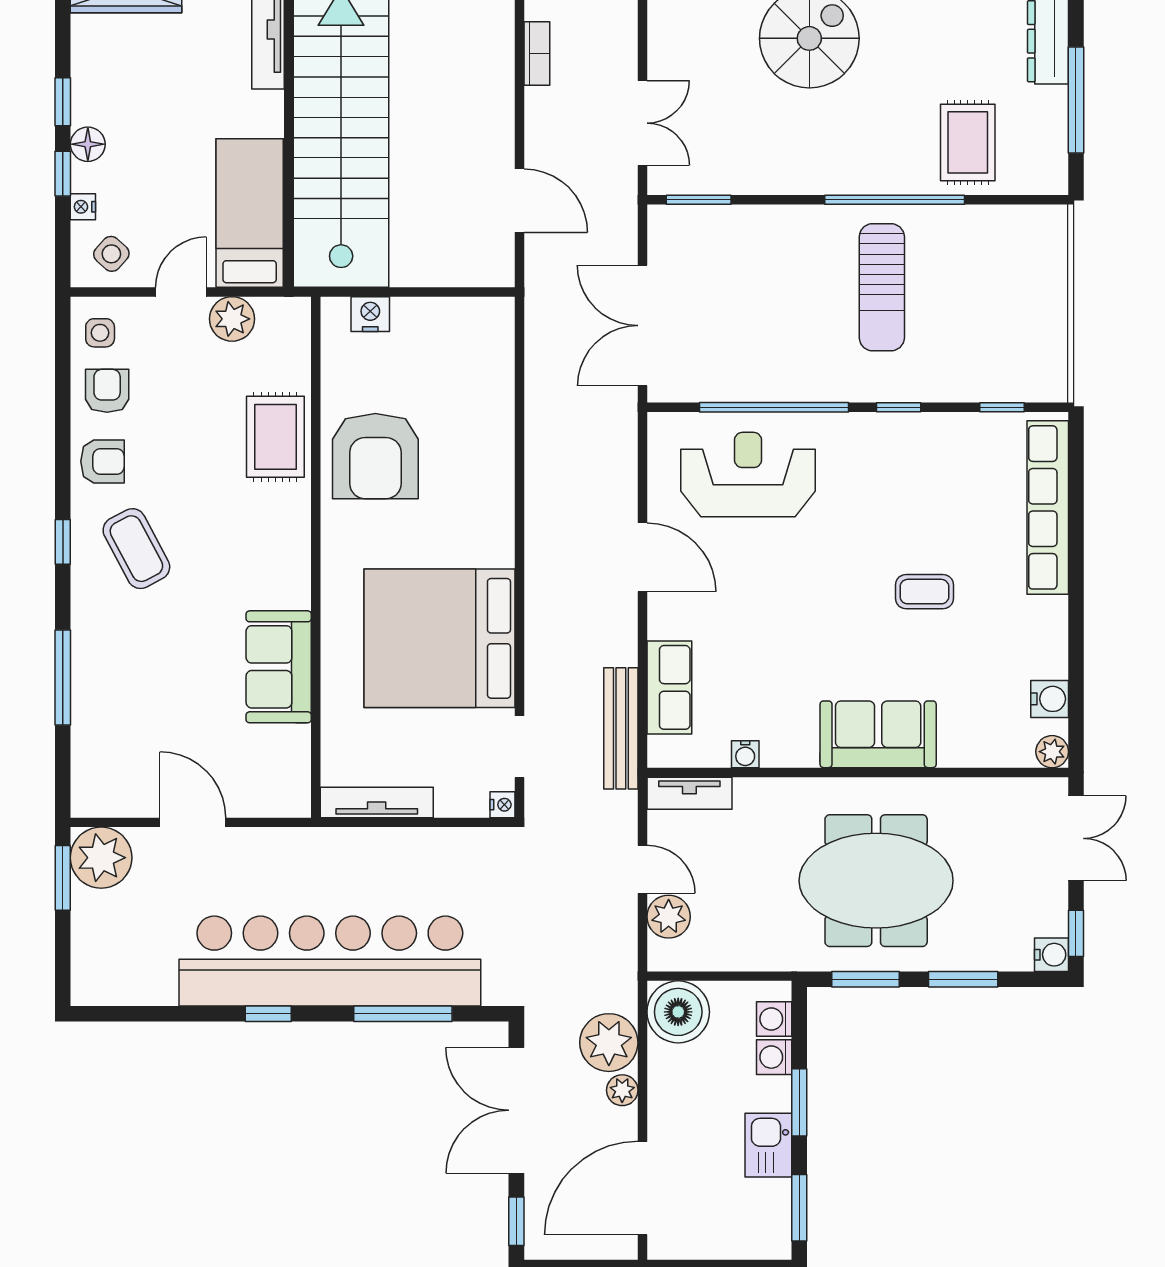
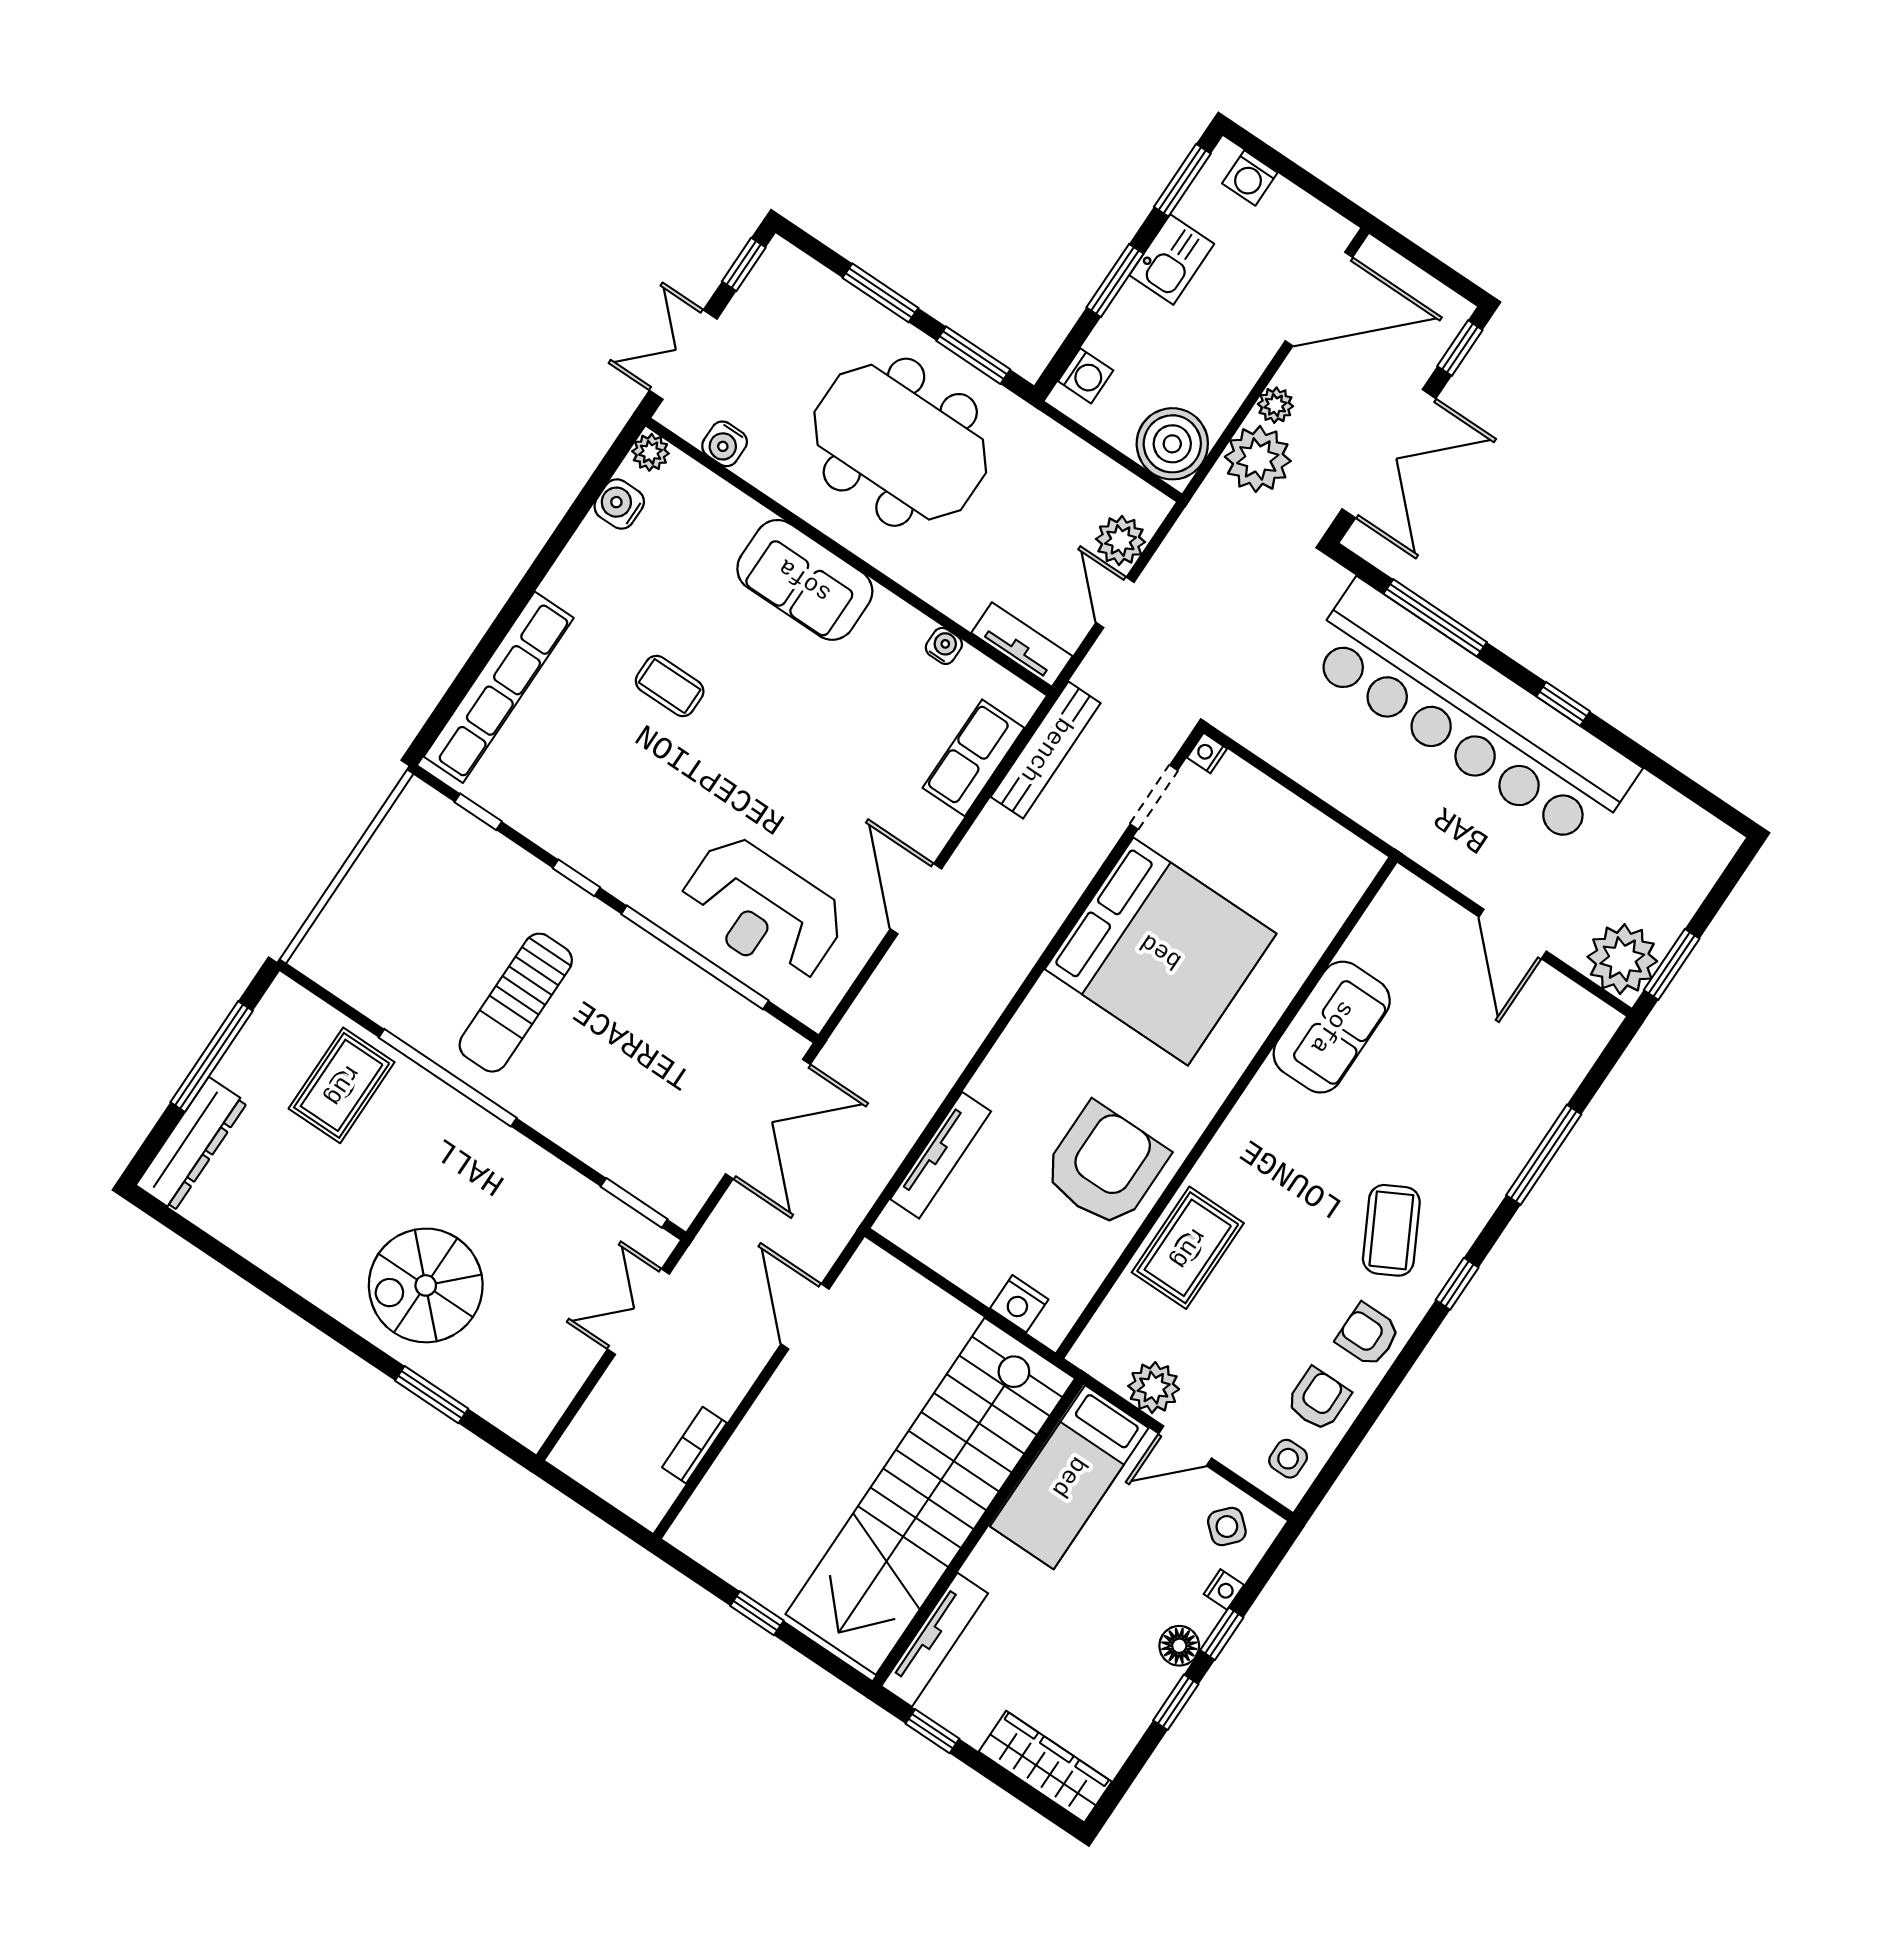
sun lounger: (882, 287) -> (516, 1003), turned 180
armchair: (107, 391) -> (1318, 1399), turned 180
tv unit: (377, 802) -> (941, 1155), moved, turned -90
water cooler: (1051, 955) -> (725, 444), moved, turned -90
washing machine: (774, 1057) -> (1250, 178), moved, turned 90

